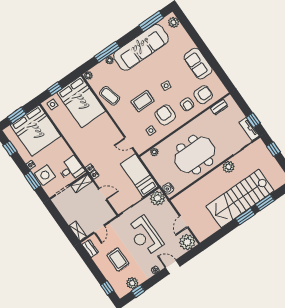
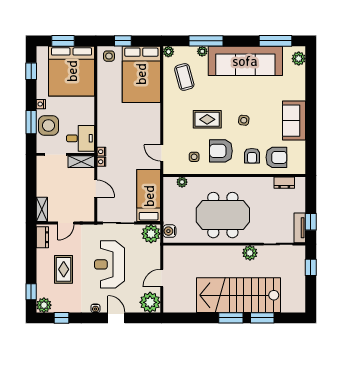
coffee table: (110, 96) -> (184, 77), moved
armchair: (165, 115) -> (221, 151), turned -90
plant: (132, 283) -> (44, 305), moved

